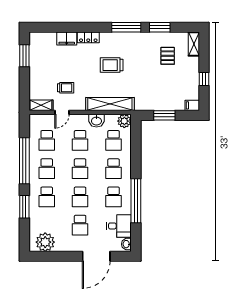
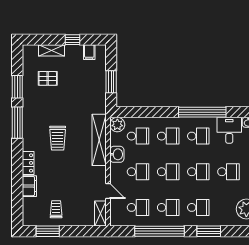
shelving: (194, 44) -> (52, 50), moved
trolley: (66, 88) -> (56, 209), moved
filing cabinet: (192, 105) -> (89, 52), moved

